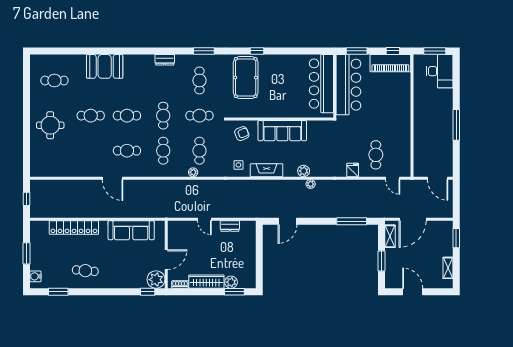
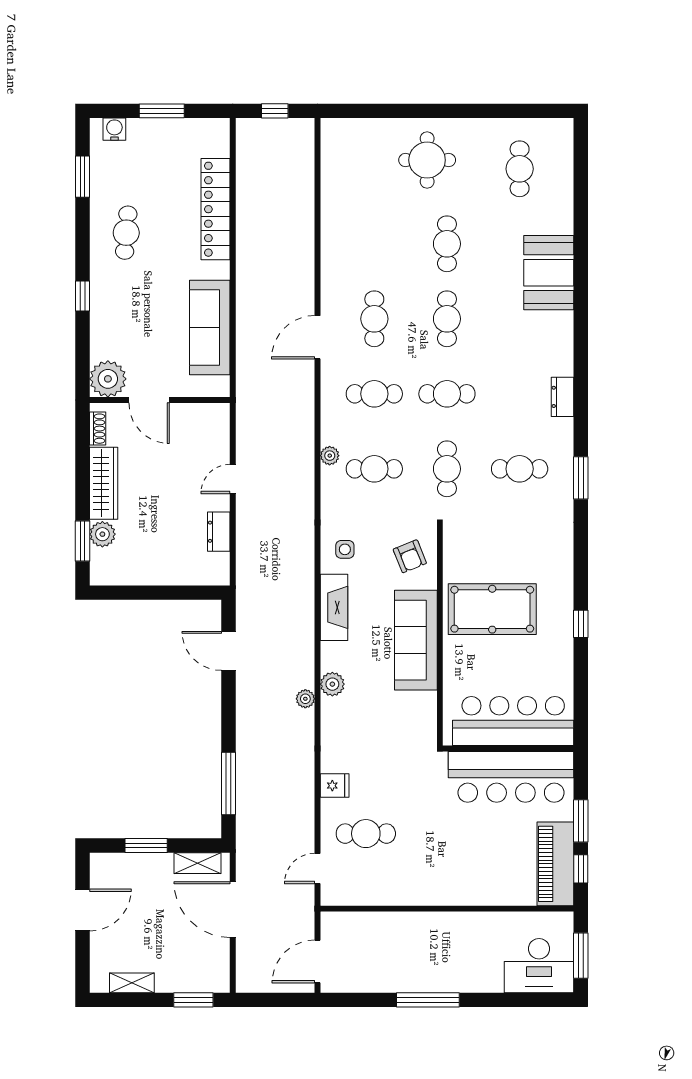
window: (257, 51) -> (581, 624), moved
window: (357, 51) -> (581, 821), moved
pool table: (246, 78) -> (492, 609), moved
door: (112, 178) -> (317, 337), moved
window: (148, 292) -> (83, 296), moved

